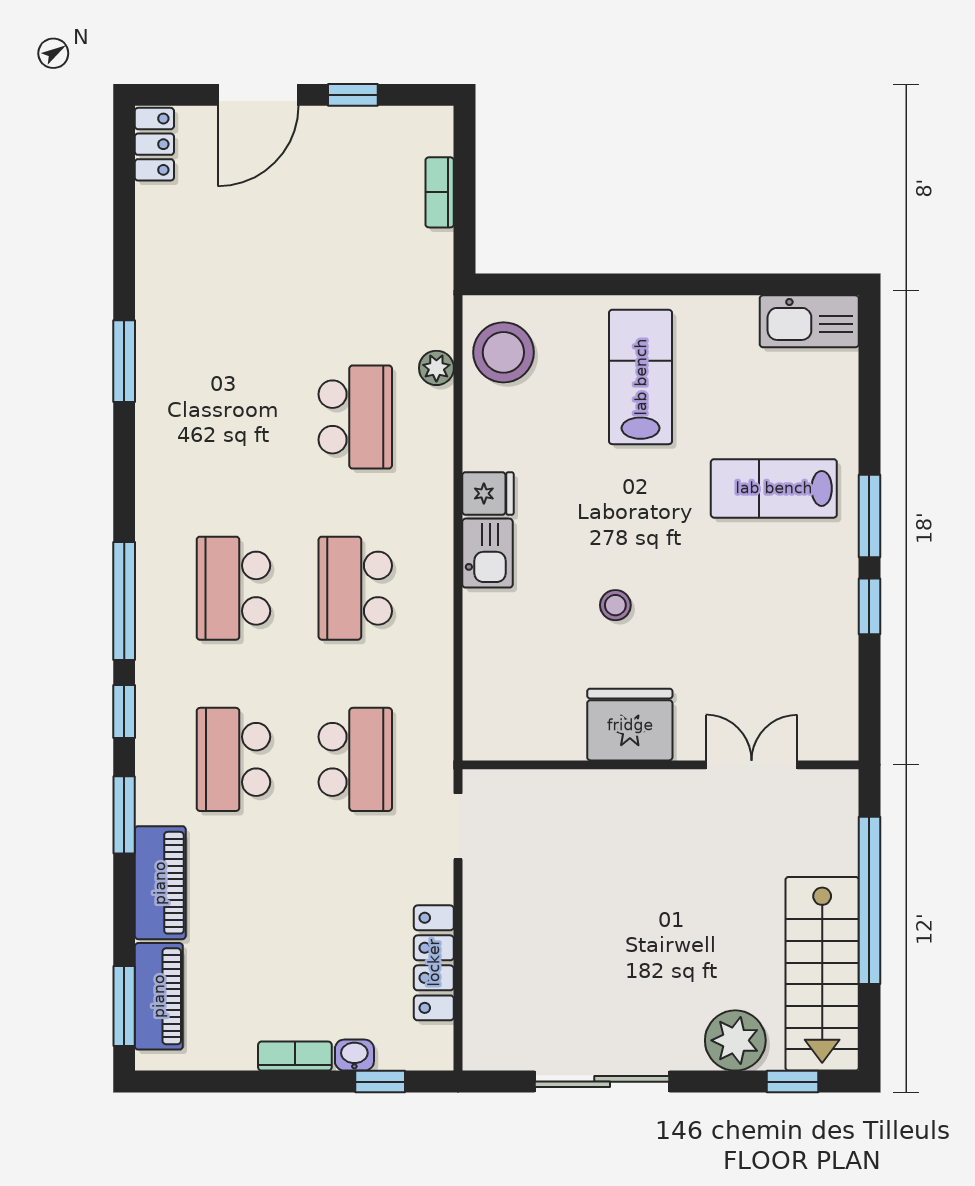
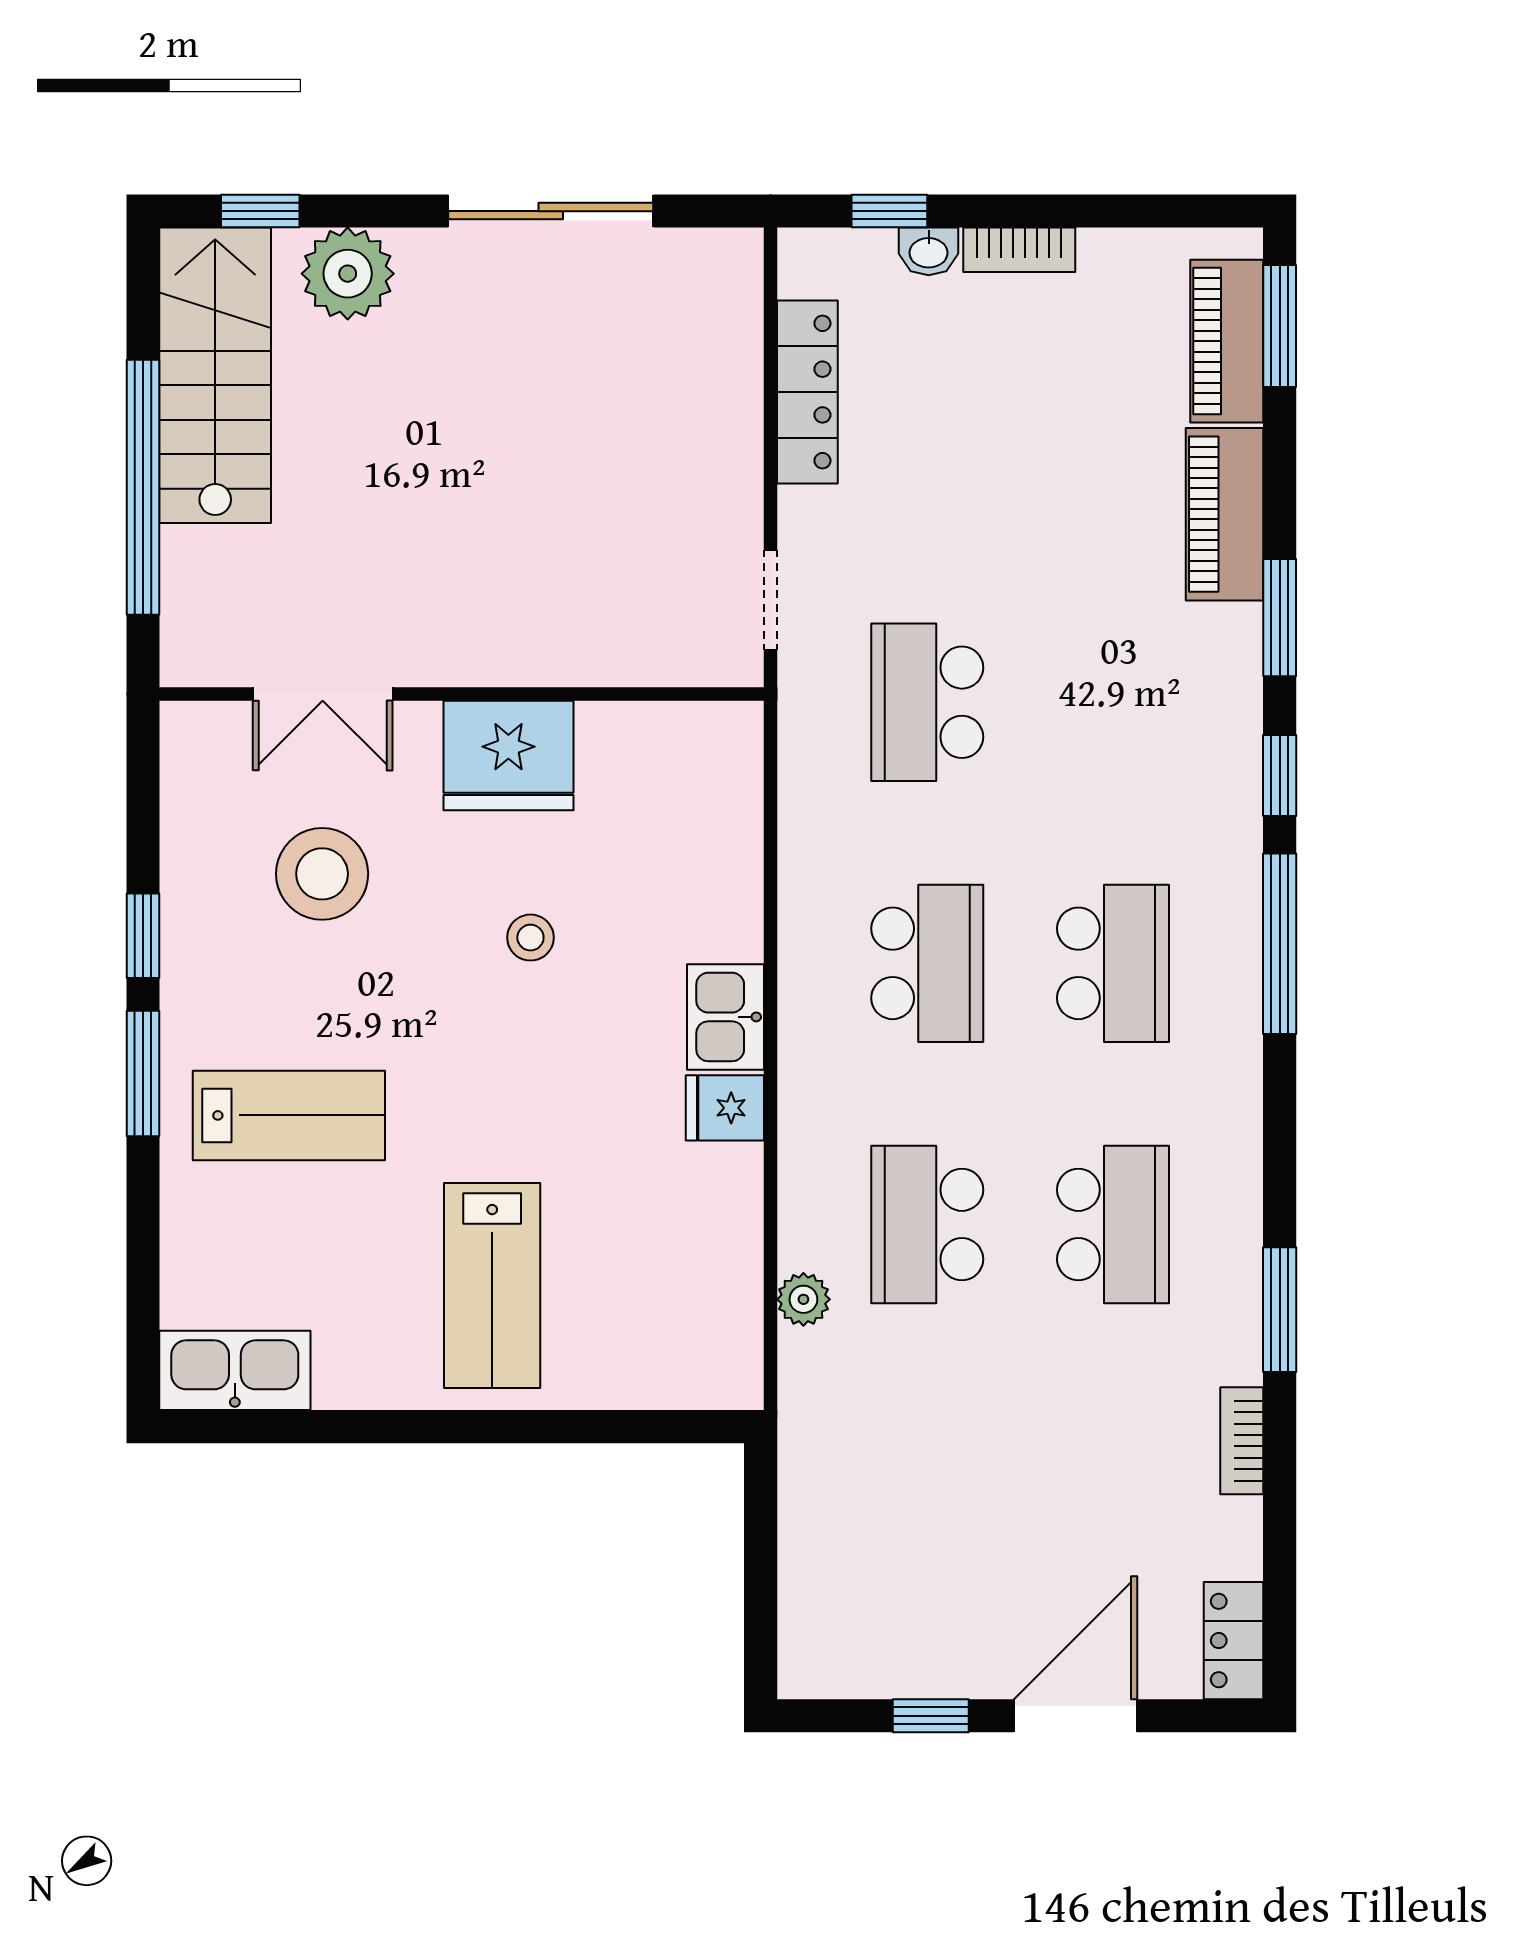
bookcase: (440, 192) -> (1242, 1441), moved, turned 180
stool: (503, 352) -> (322, 874), moved
school desk: (233, 759) -> (1113, 1224), moved

